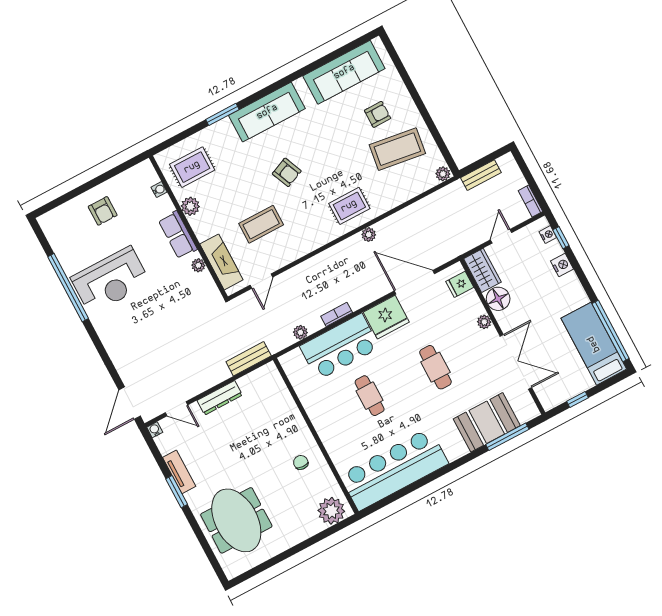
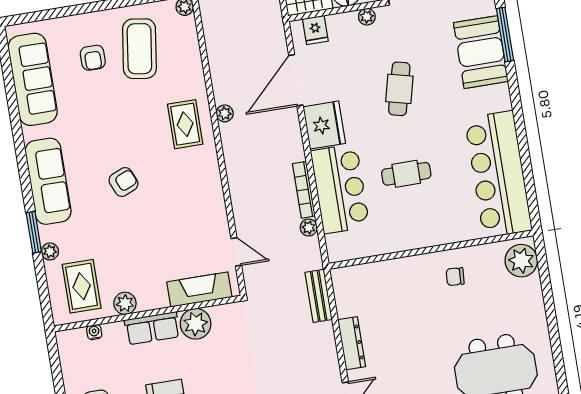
armchair: (378, 114) -> (93, 58), turned 180
plant: (211, 132) -> (50, 251), added
coffee table: (261, 224) -> (172, 230), removed
plant: (198, 265) -> (196, 324), width x1.87, depth x1.87
bookcase: (337, 314) -> (304, 190), width x1.56
cafe table: (435, 367) -> (399, 89), turned -76

